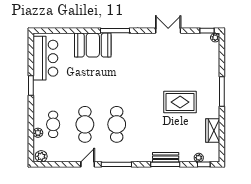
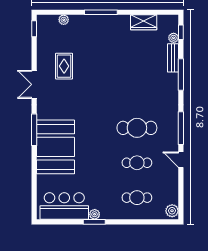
double door: (168, 31) -> (34, 84), moved
plant: (215, 37) -> (64, 20), moved
booth: (93, 45) -> (56, 147), width x1.36, depth x1.42
rug: (180, 102) -> (64, 66), moved, width x0.73, depth x0.70
cafe table: (85, 124) -> (137, 163), width x0.73, depth x0.74
plant: (38, 133) -> (95, 214), moved
bench: (166, 157) -> (173, 58), moved

